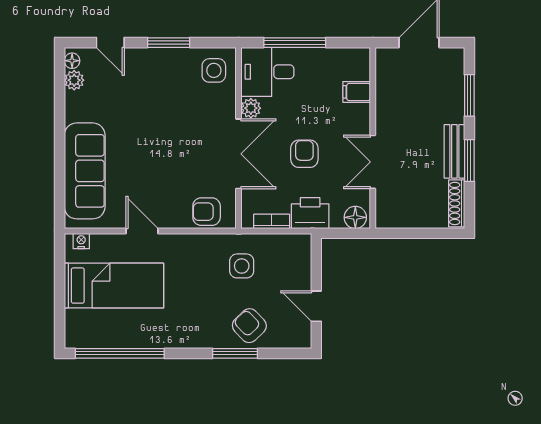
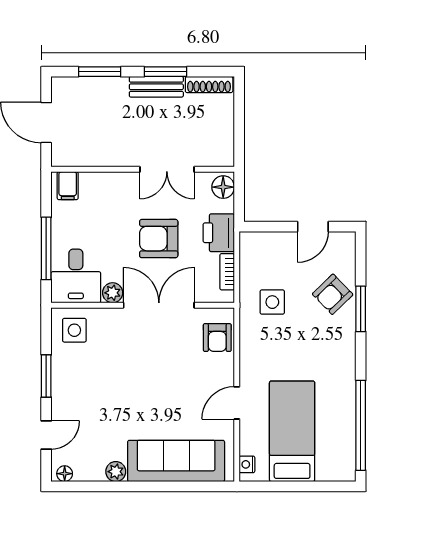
plant: (74, 80) -> (116, 472), moved
filing cabinet: (357, 92) -> (68, 186), moved
armchair: (304, 154) -> (159, 239), width x1.38, depth x1.38

